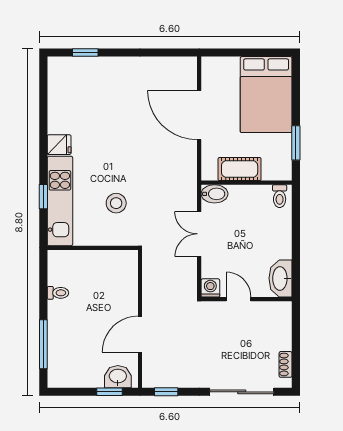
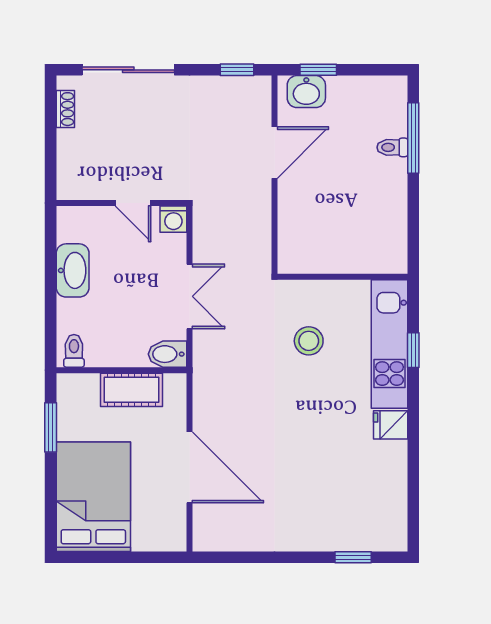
washbasin: (281, 278) -> (73, 270), moved
toilet: (58, 293) -> (392, 147), moved

